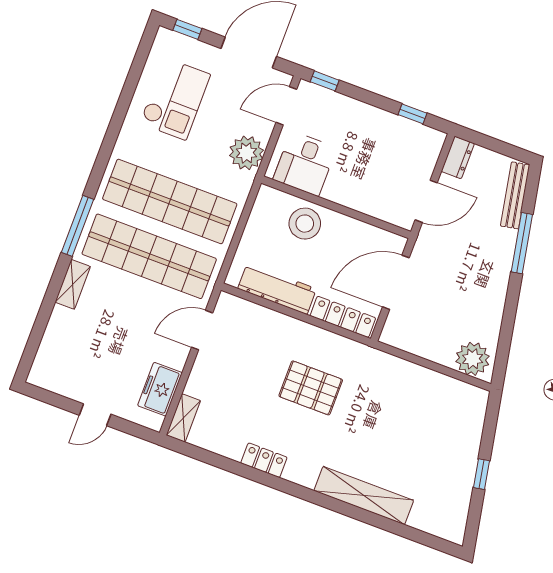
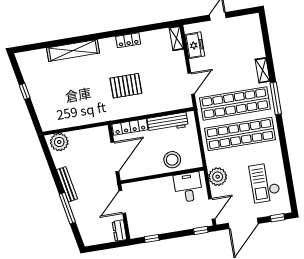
bench: (515, 195) -> (67, 184), moved

